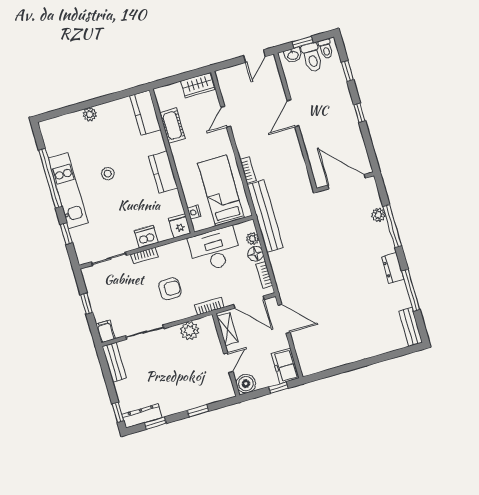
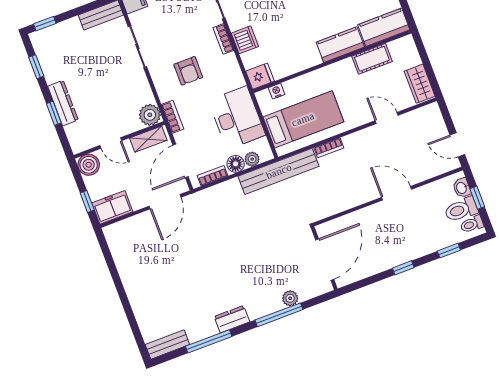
kitchen counter: (163, 172) -> (340, 45), moved
plant: (190, 331) -> (150, 115), moved
dresser: (142, 416) -> (63, 103), moved

